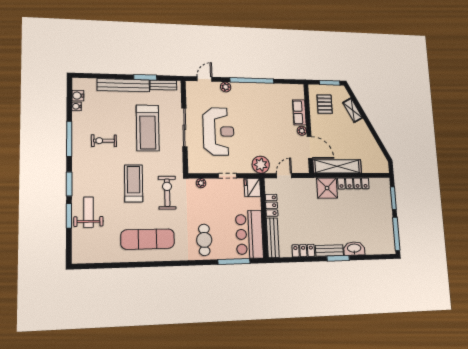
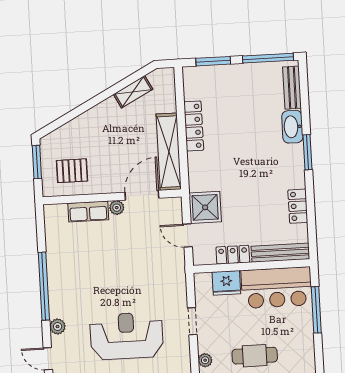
shelving: (353, 110) -> (133, 92), moved
plant: (261, 165) -> (173, 271), removed
fridge: (252, 187) -> (226, 283), moved
shower: (327, 188) -> (205, 207), moved
cafe table: (204, 240) -> (255, 356), moved
bench: (329, 250) -> (292, 88), moved

